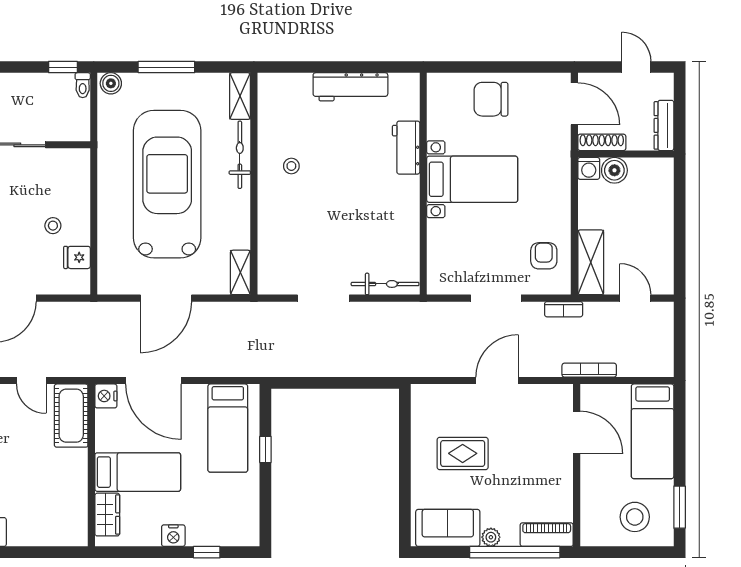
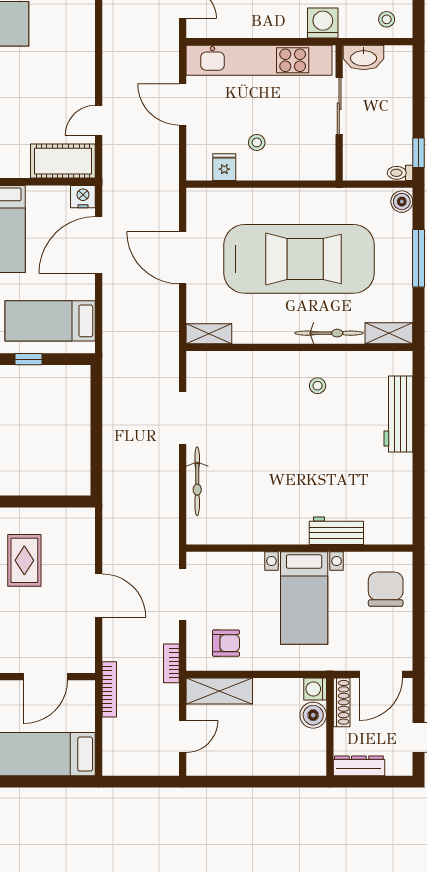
workbench: (350, 87) -> (398, 414), moved
workbench: (406, 148) -> (336, 531), moved
bed with nightstands: (472, 179) -> (304, 598), moved
wall: (423, 184) -> (299, 548), moved

